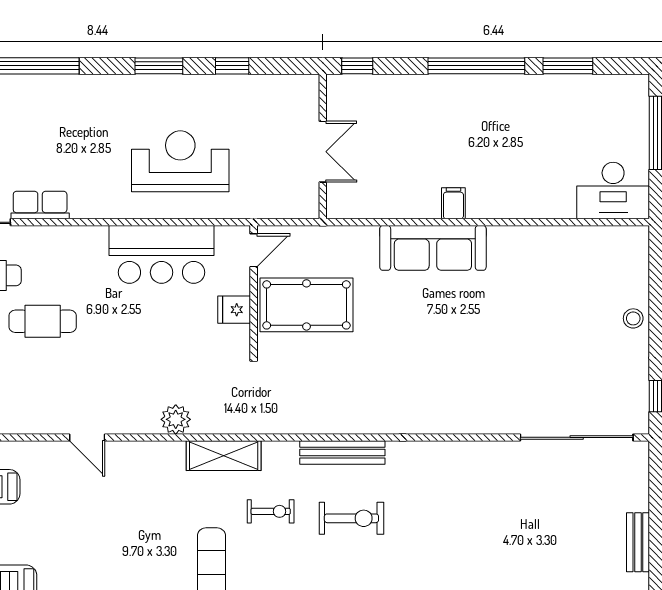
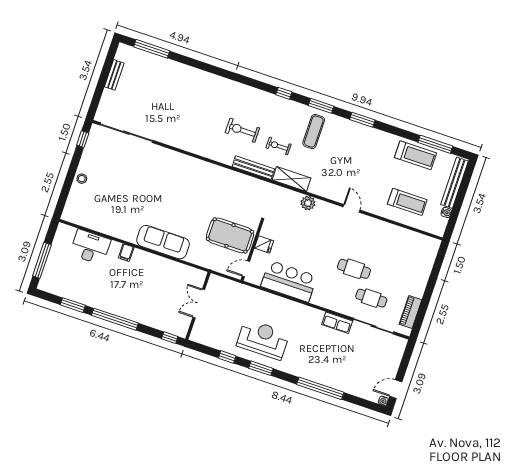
reception desk: (180, 161) -> (263, 339), moved, turned 180
desk: (613, 191) -> (90, 247), moved
filing cabinet: (453, 203) -> (126, 253), moved
bench: (342, 453) -> (253, 168), moved

